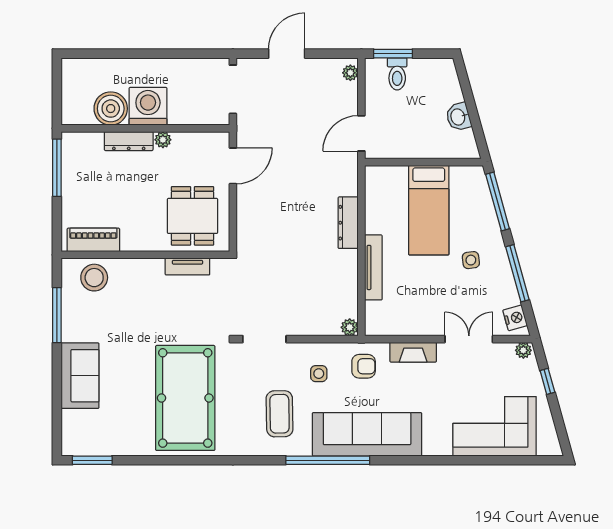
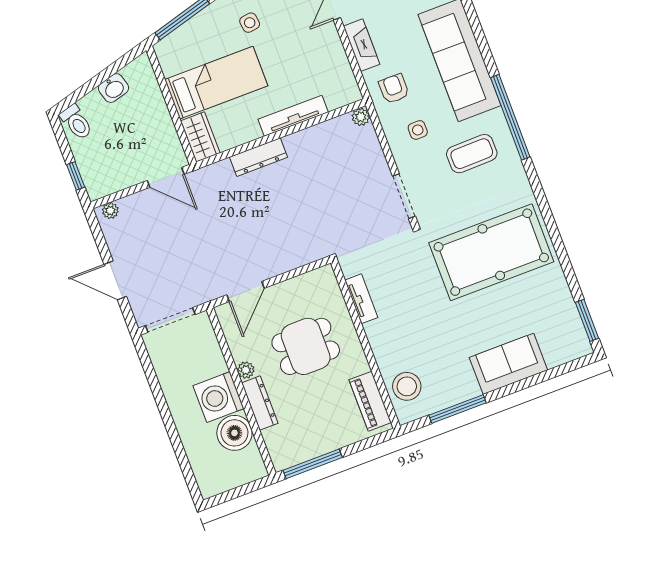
window: (393, 54) -> (76, 176), width x0.67
toilet: (397, 74) -> (76, 122), moved, turned 75
door: (233, 166) -> (245, 292), swing flipped
wardrobe: (386, 178) -> (200, 137), added
dining table: (192, 216) -> (306, 346), moved
window: (328, 460) -> (510, 117), moved

